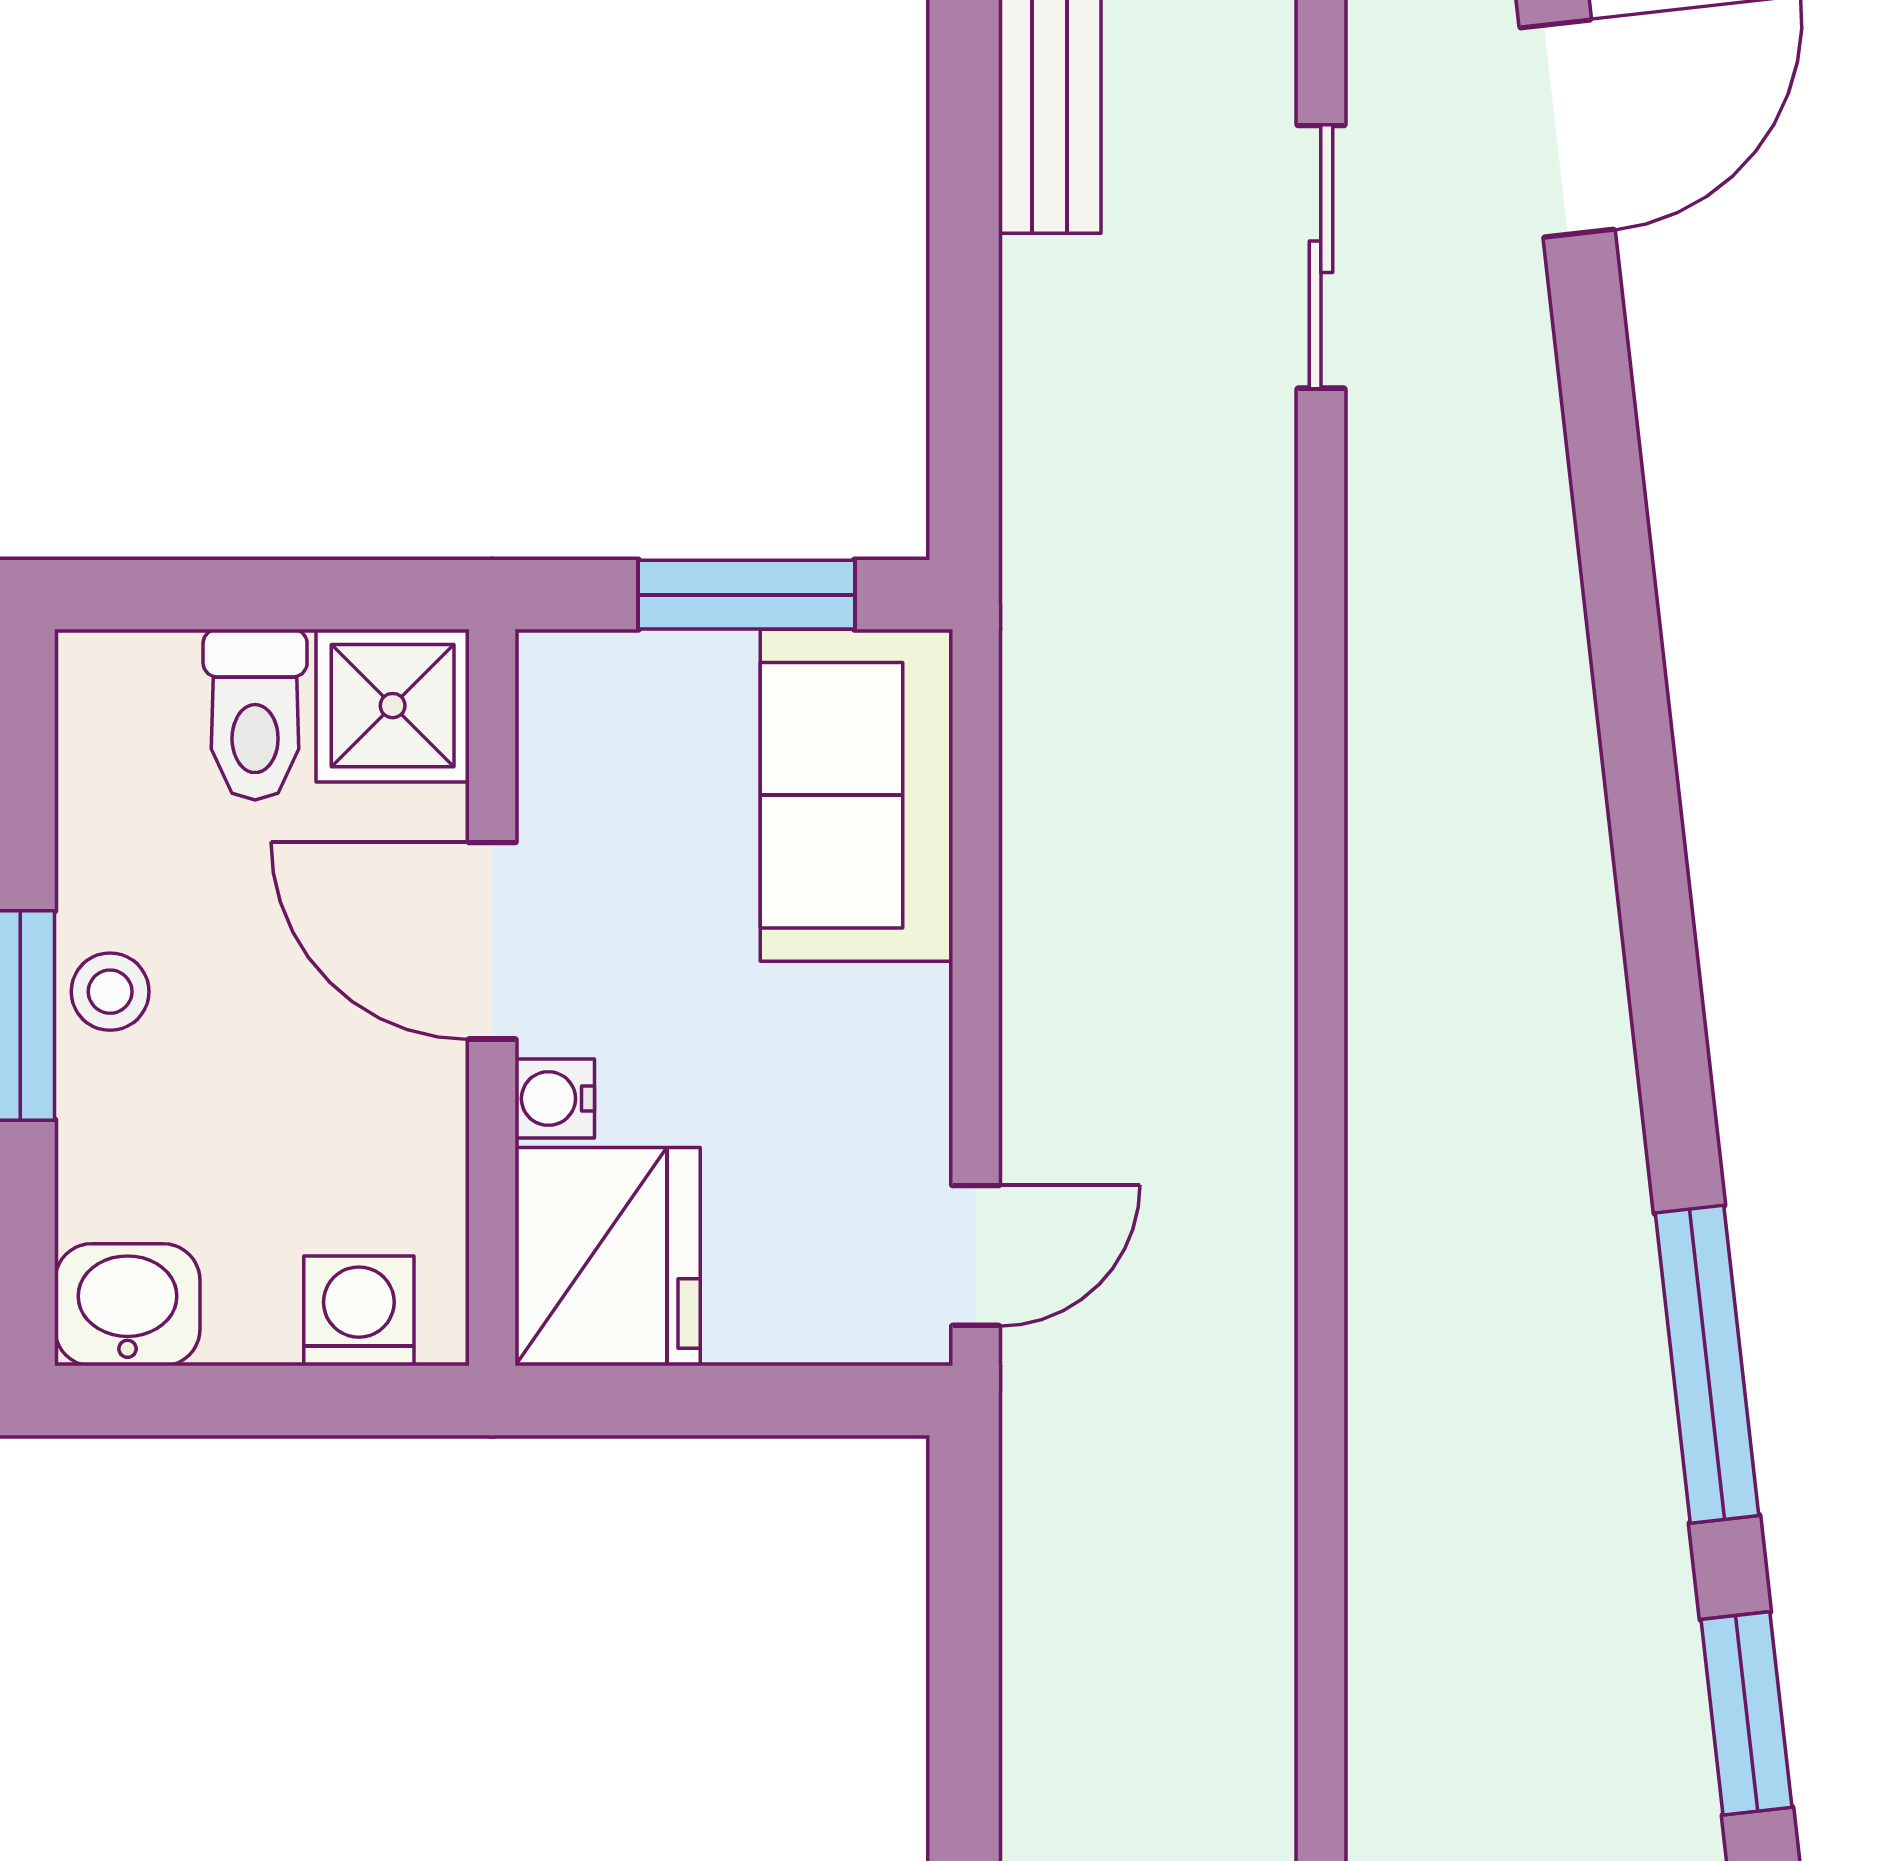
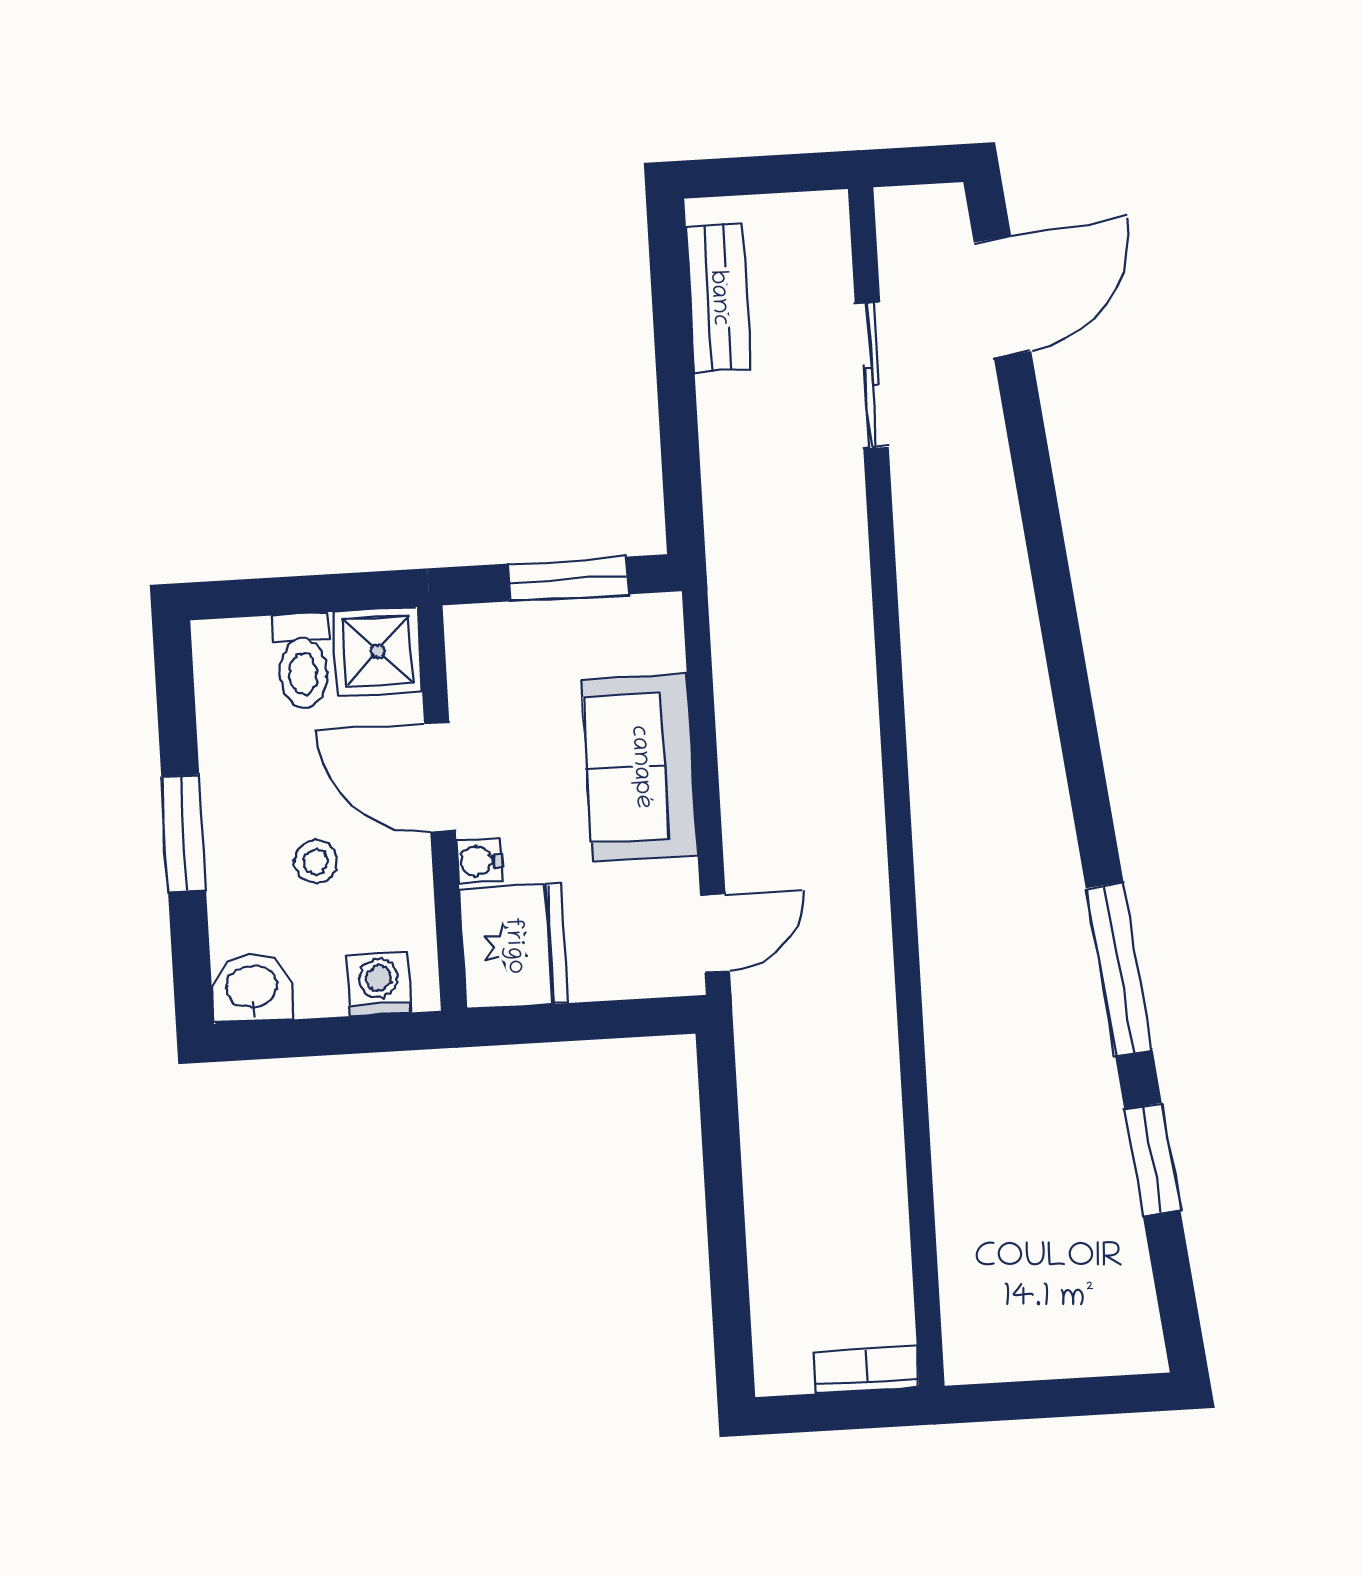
sofa: (857, 795) -> (640, 767), moved
stool: (110, 992) -> (316, 862), moved

